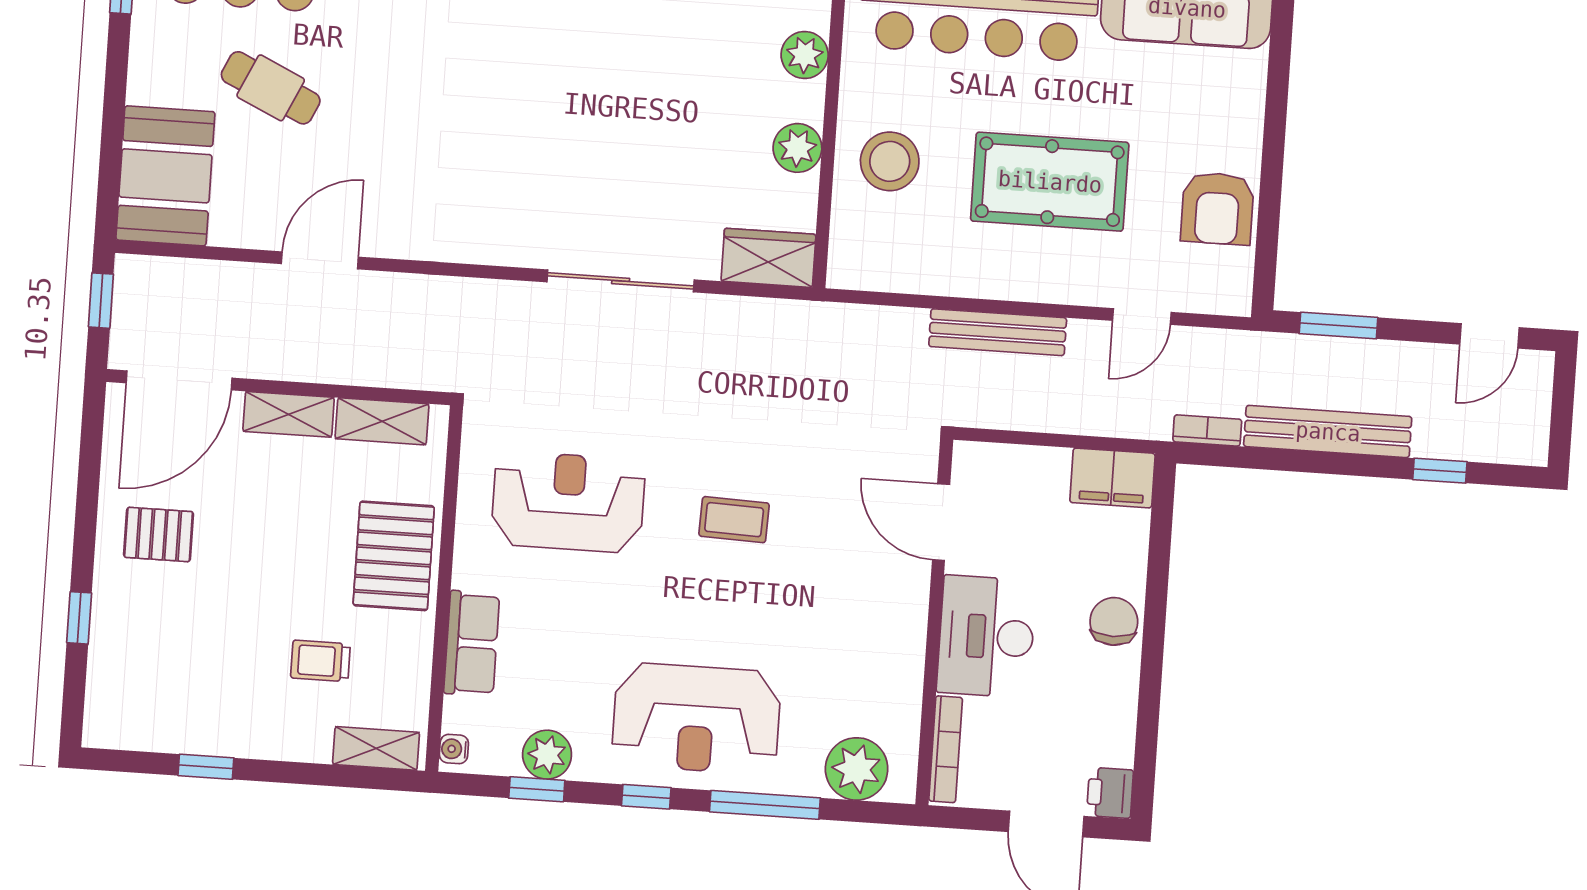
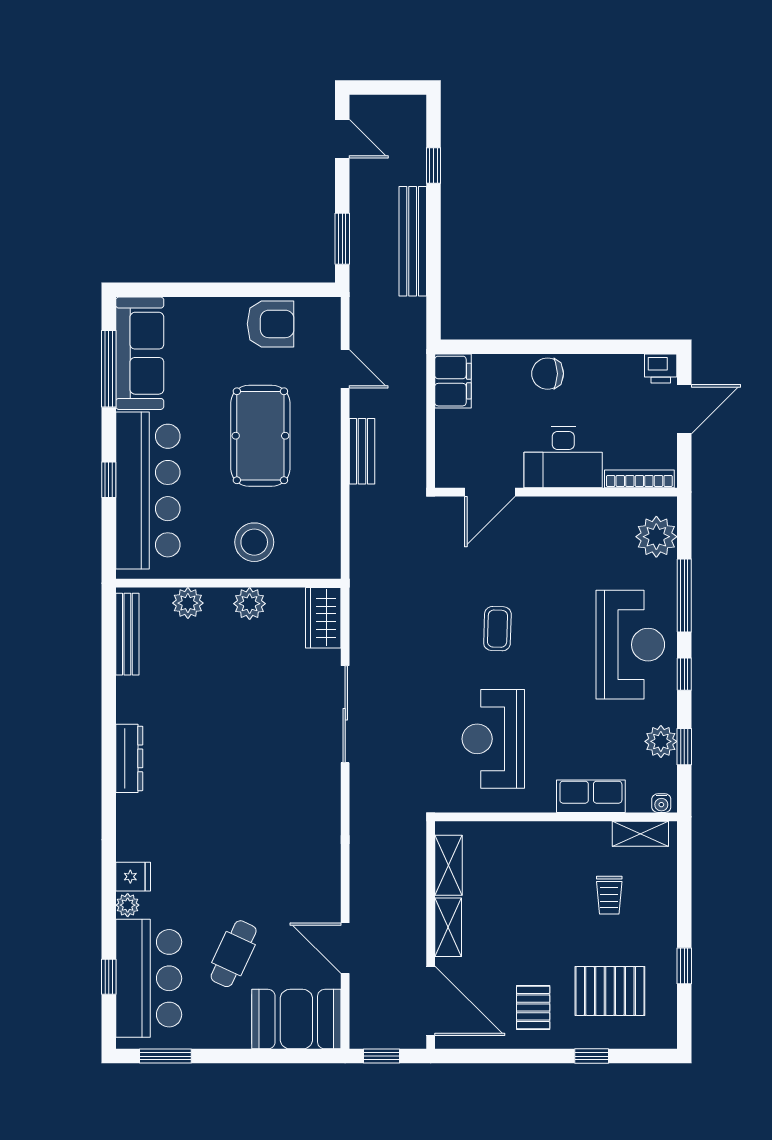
door: (320, 260) -> (345, 948), moved
bench: (998, 332) -> (362, 451), width x0.73
bookcase: (1207, 430) -> (417, 321), removed
pallet: (394, 556) -> (610, 991), moved
shelving: (376, 748) -> (640, 834), moved, turned 90

